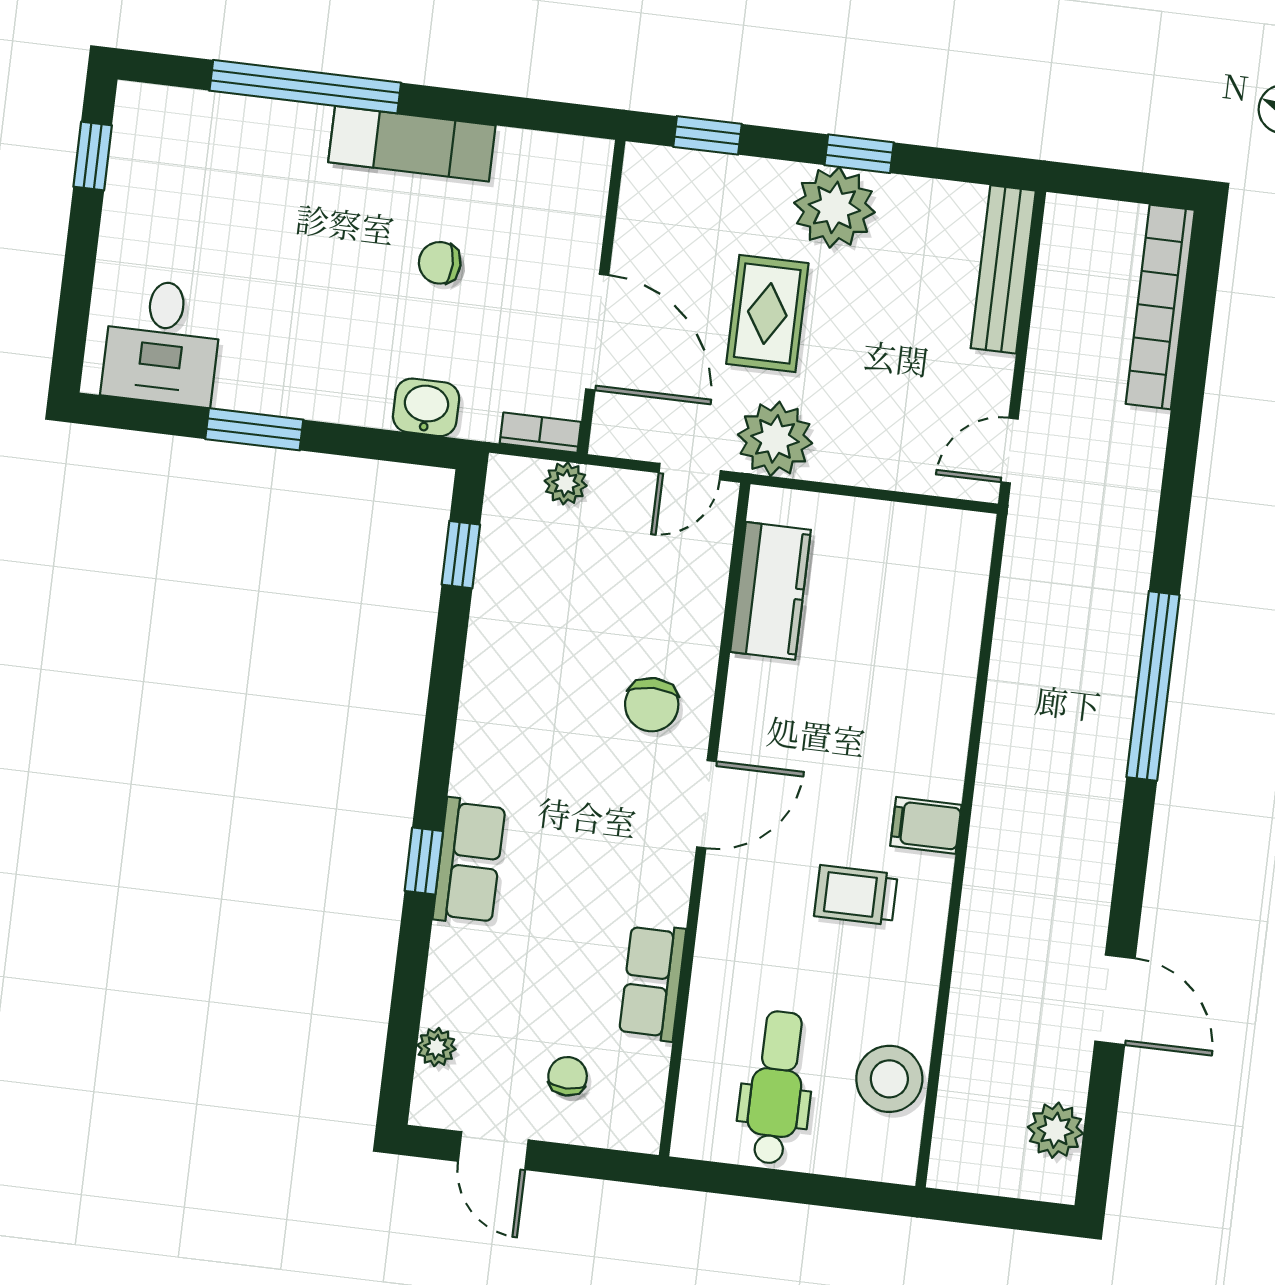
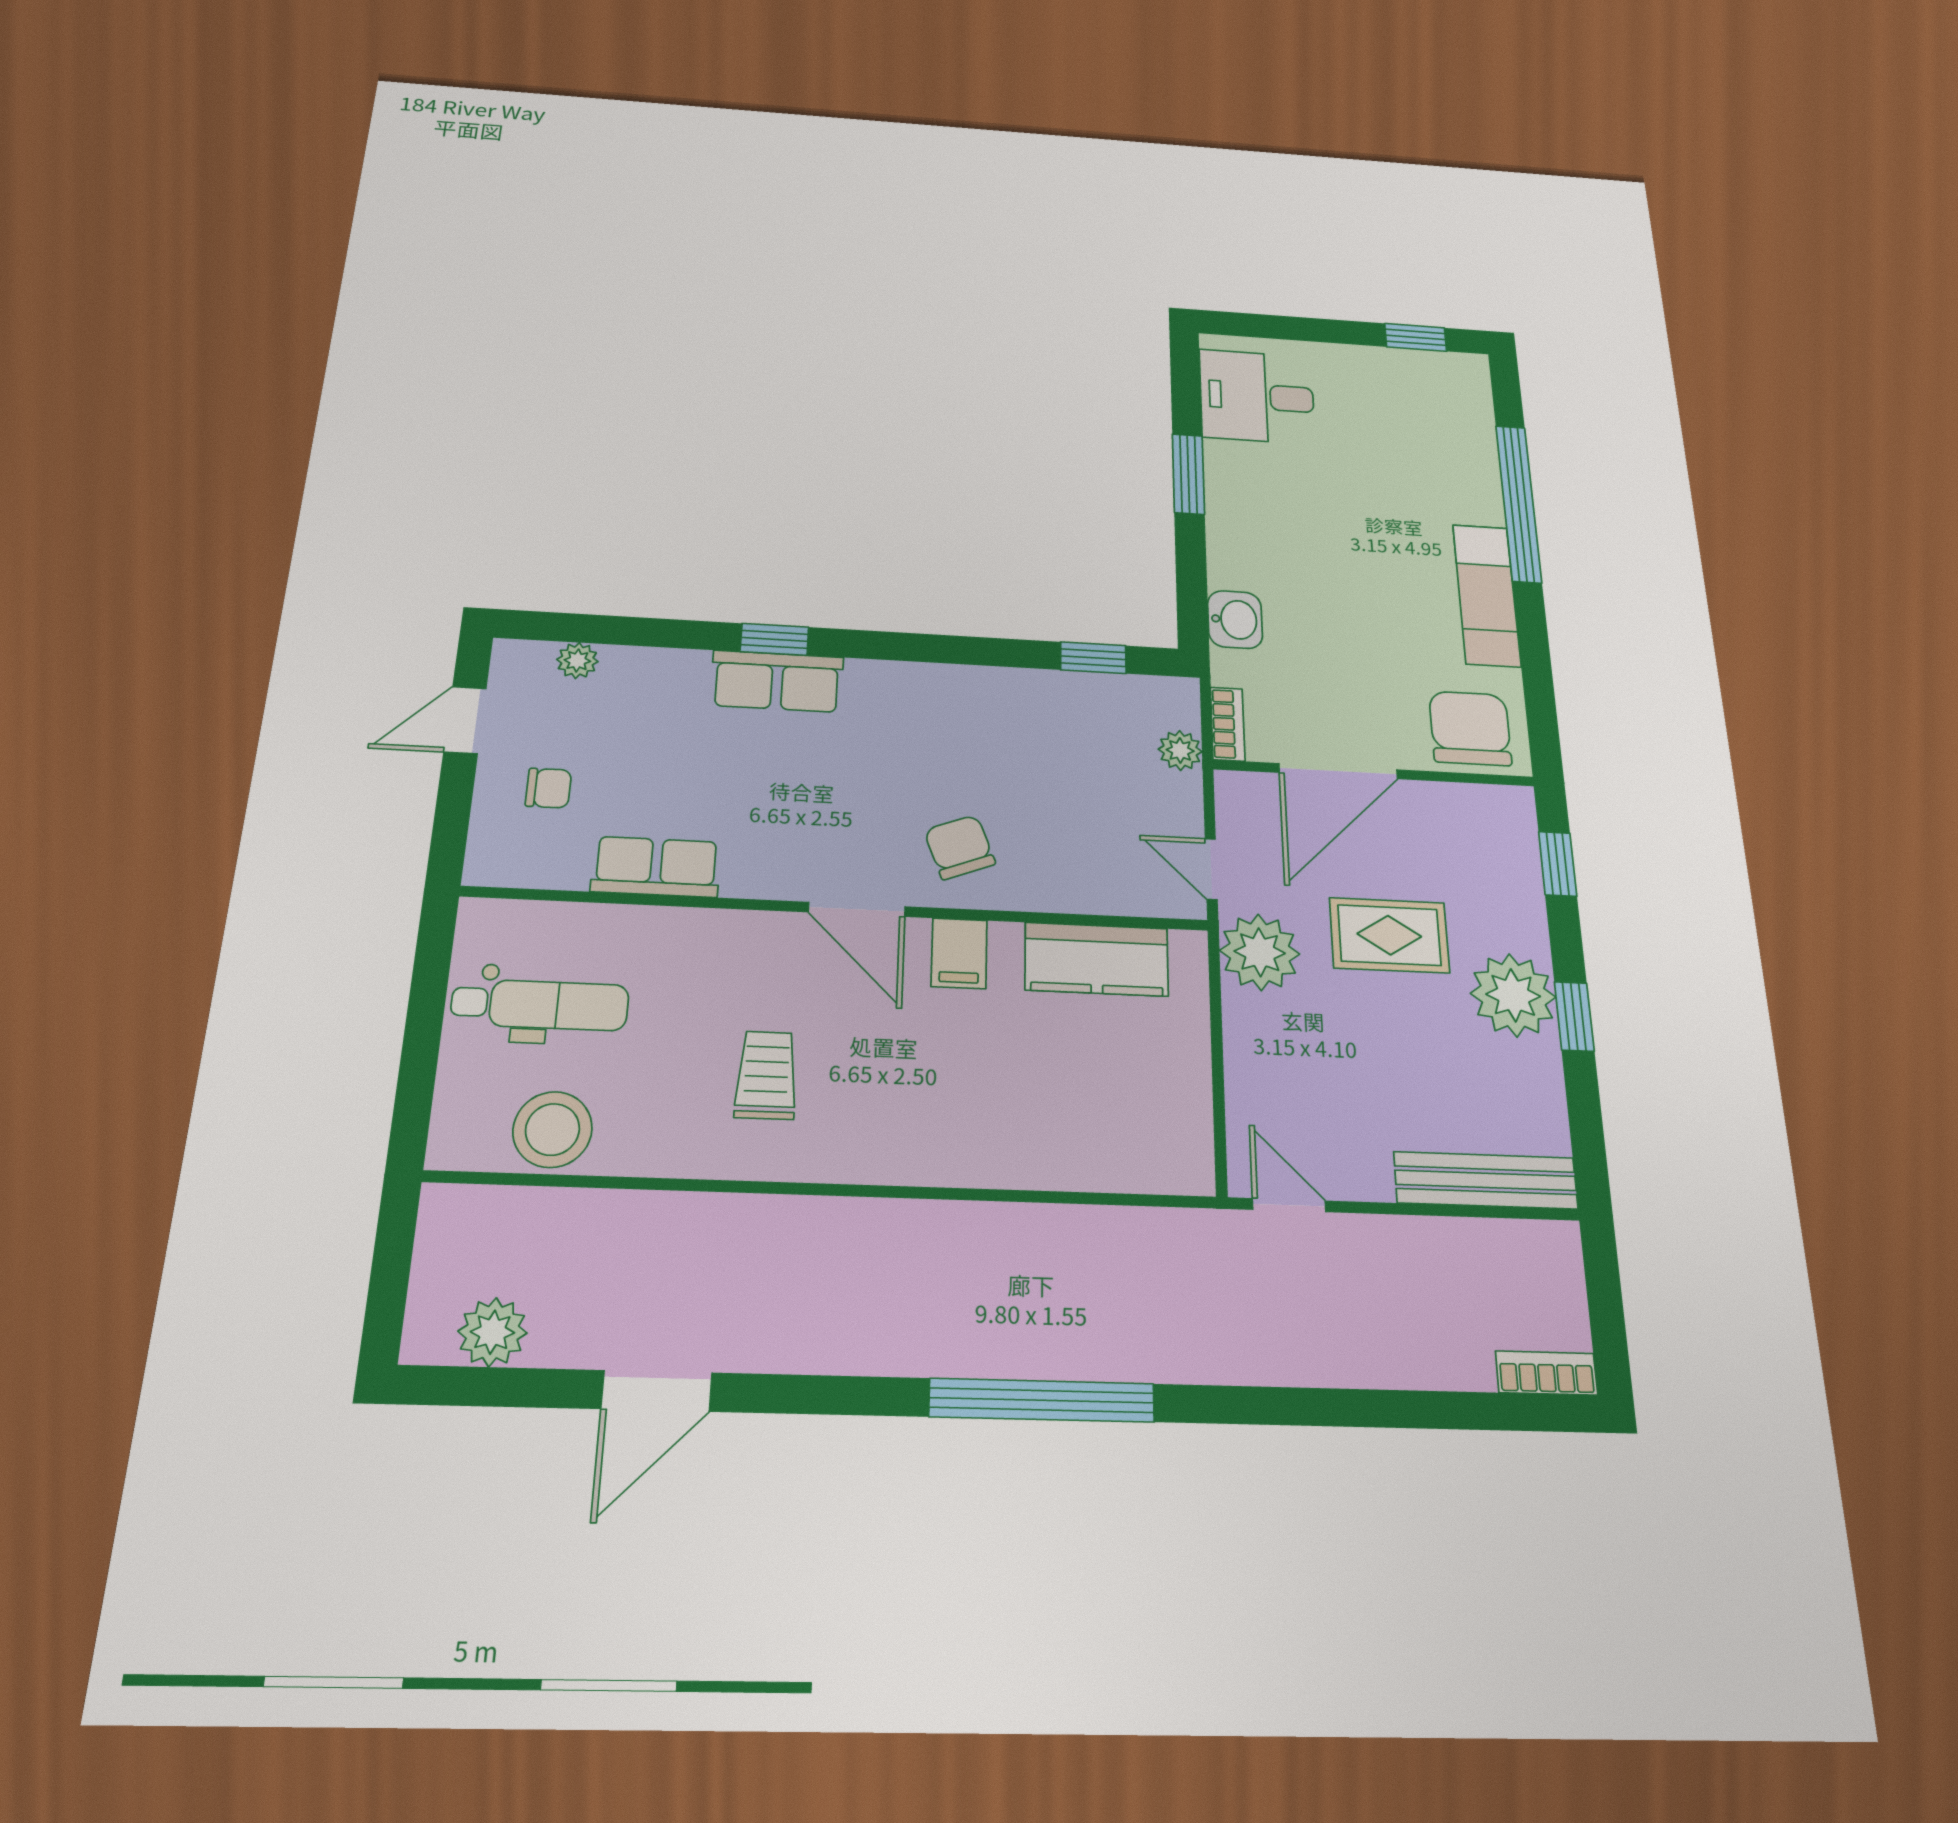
chair: (440, 263) -> (1470, 728), moved, width x1.87, depth x1.87
bookcase: (1160, 307) -> (1546, 1373), width x0.43, depth x0.76
chair: (652, 705) -> (960, 847), turned 69
filing cabinet: (926, 825) -> (959, 953), moved, turned 180

